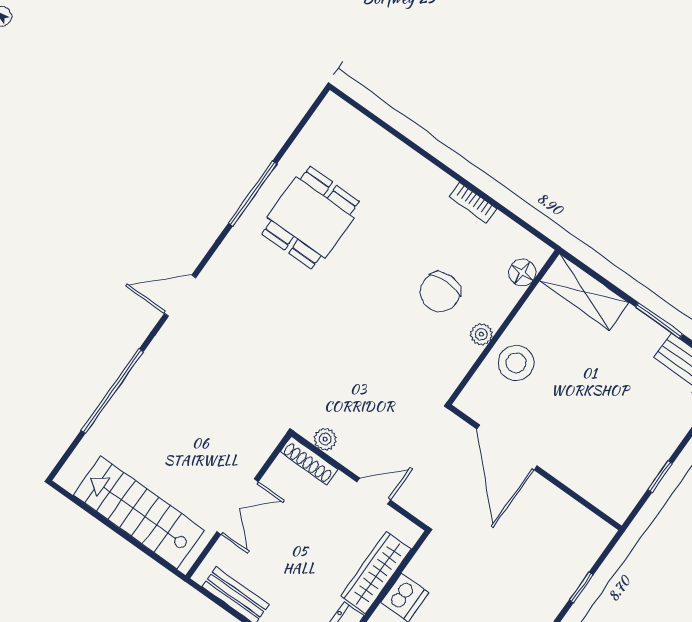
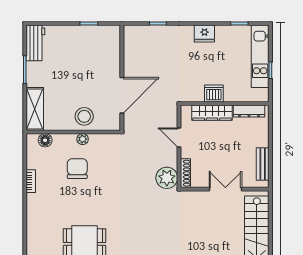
chair: (440, 292) -> (77, 169), turned -90
plant: (325, 439) -> (167, 178), width x1.87, depth x1.87

